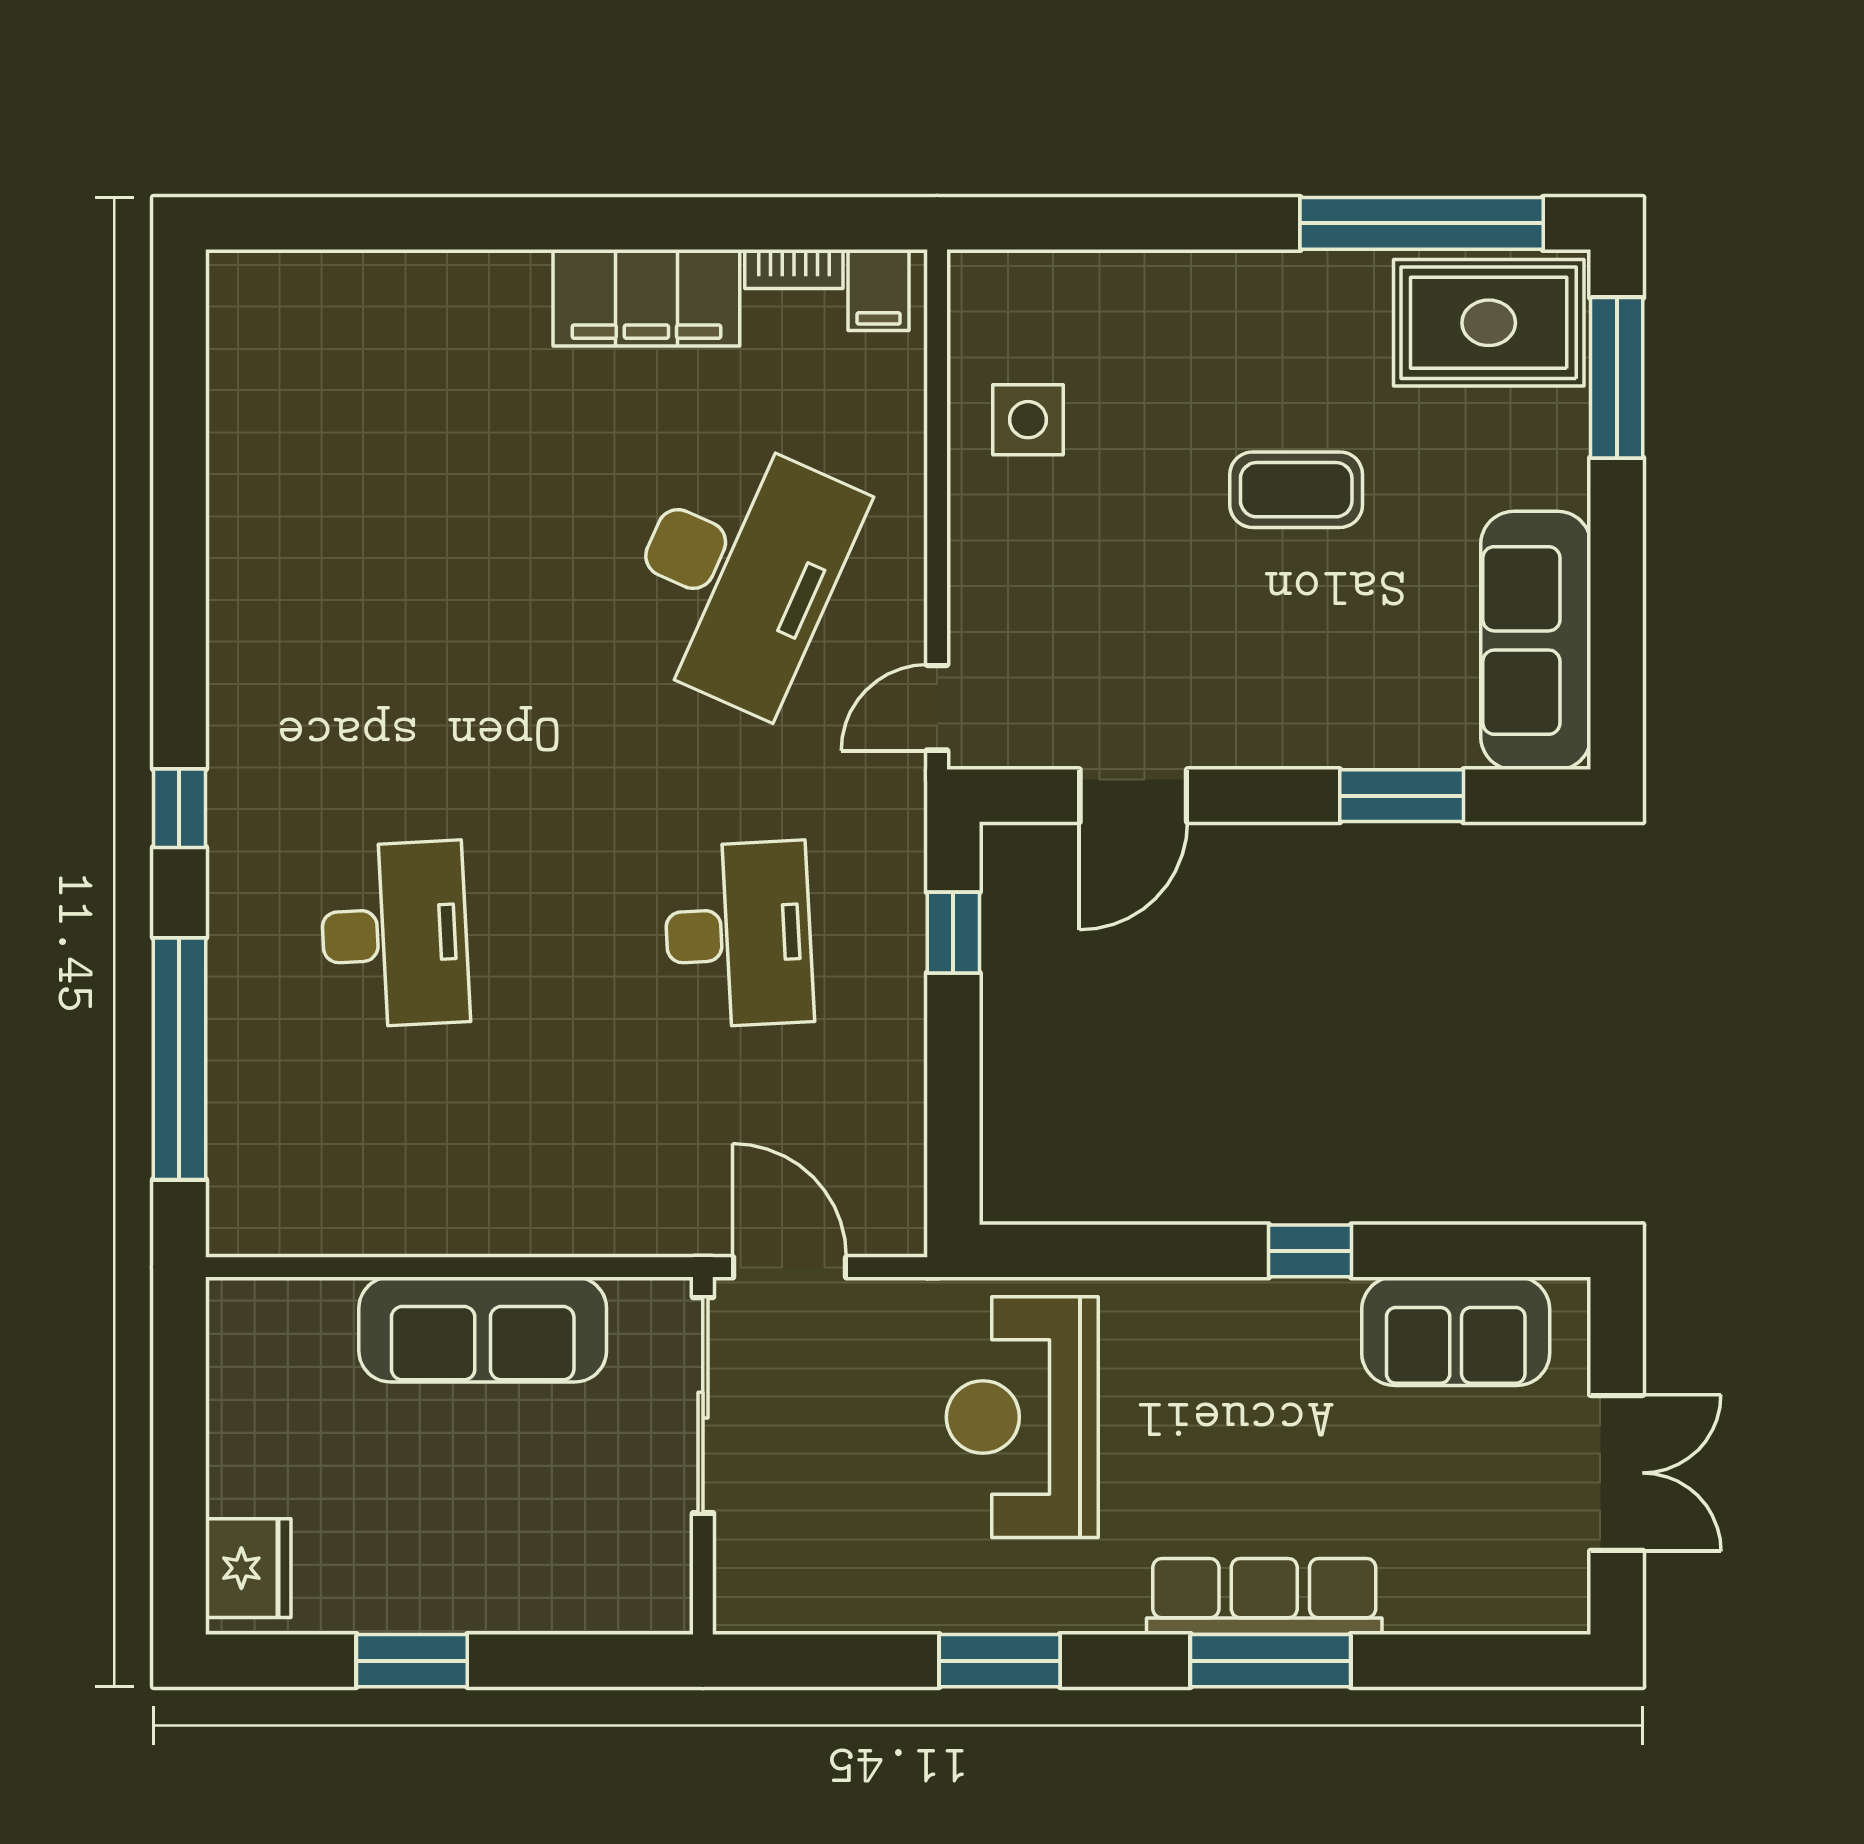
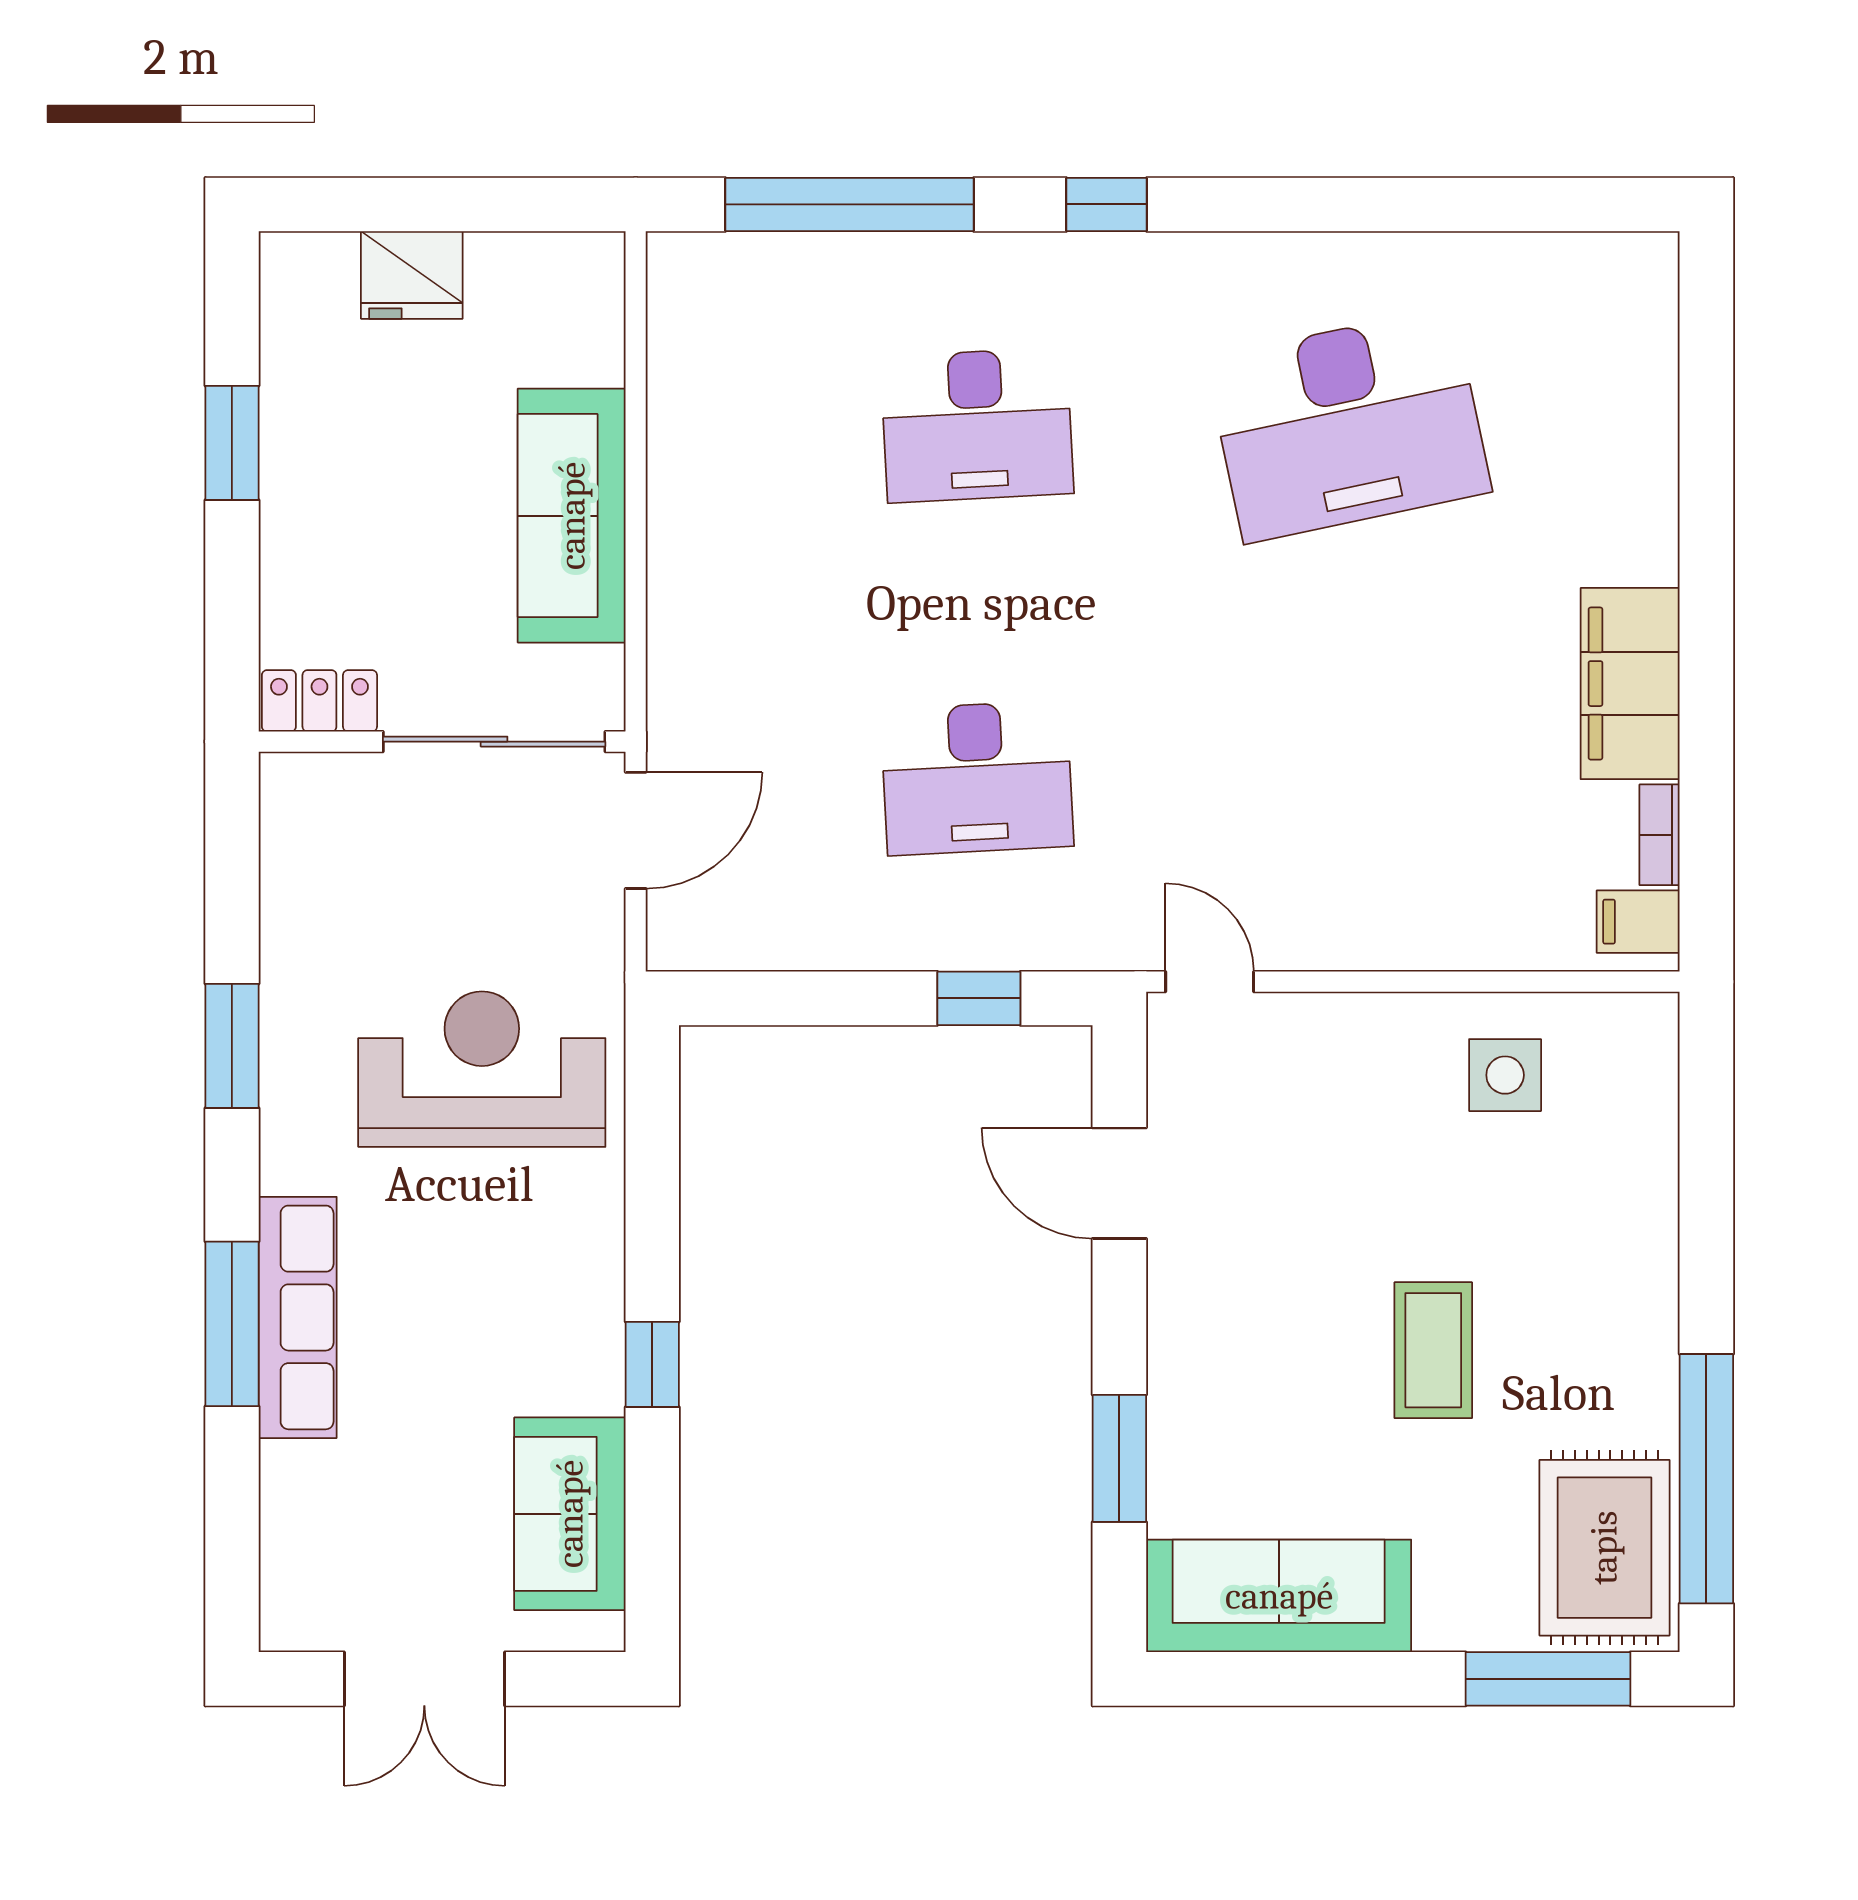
desk: (738, 572) -> (1348, 425), moved, turned -36
fridge: (248, 1568) -> (412, 275), moved
locker: (663, 1575) -> (319, 701), added

